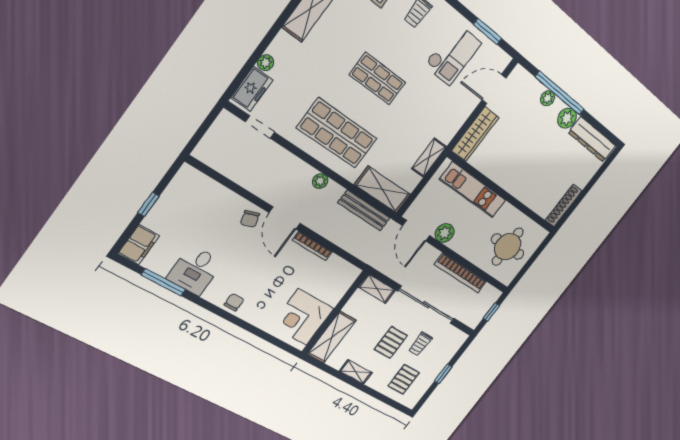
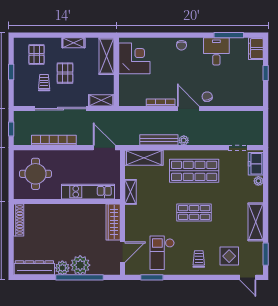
plant: (548, 98) -> (80, 265), width x1.87, depth x1.87
bench: (364, 210) -> (159, 140), moved
plant: (445, 233) -> (85, 157), removed

